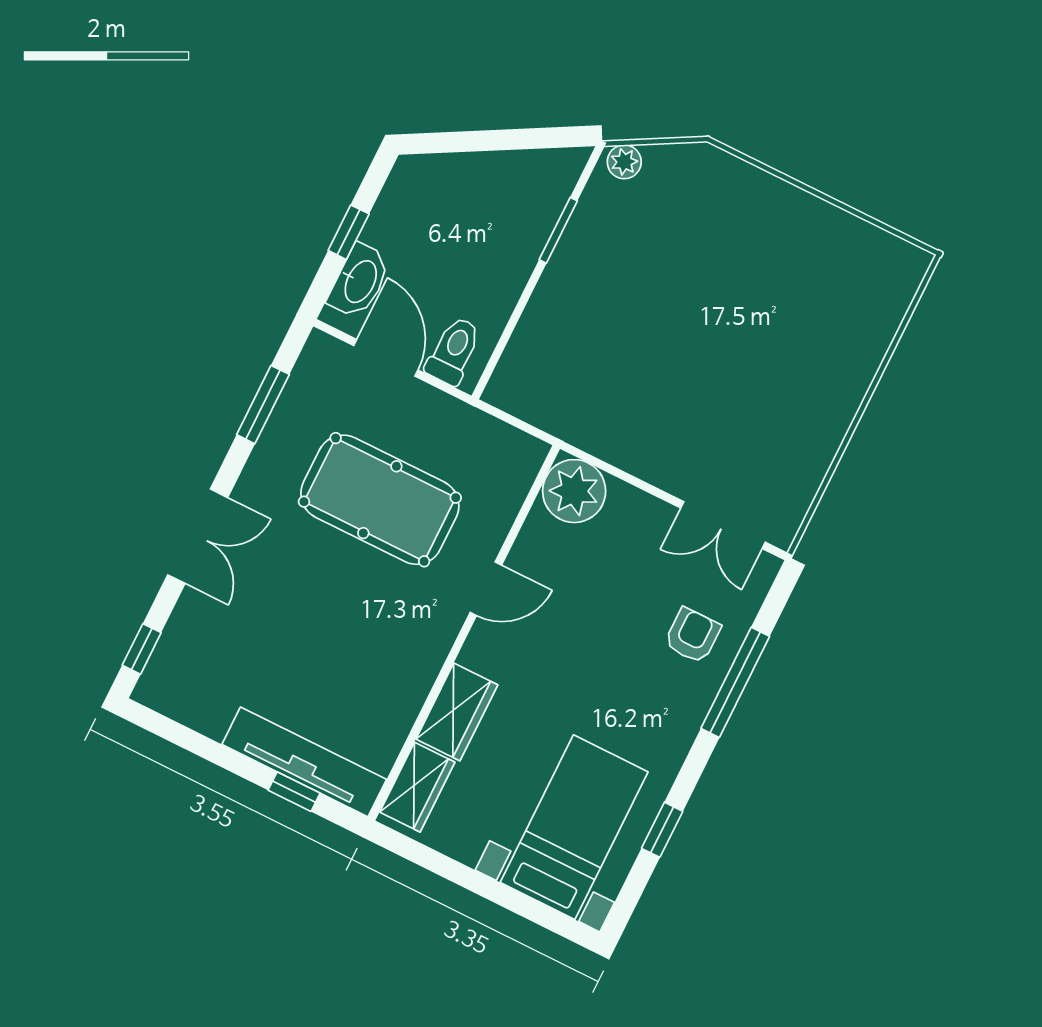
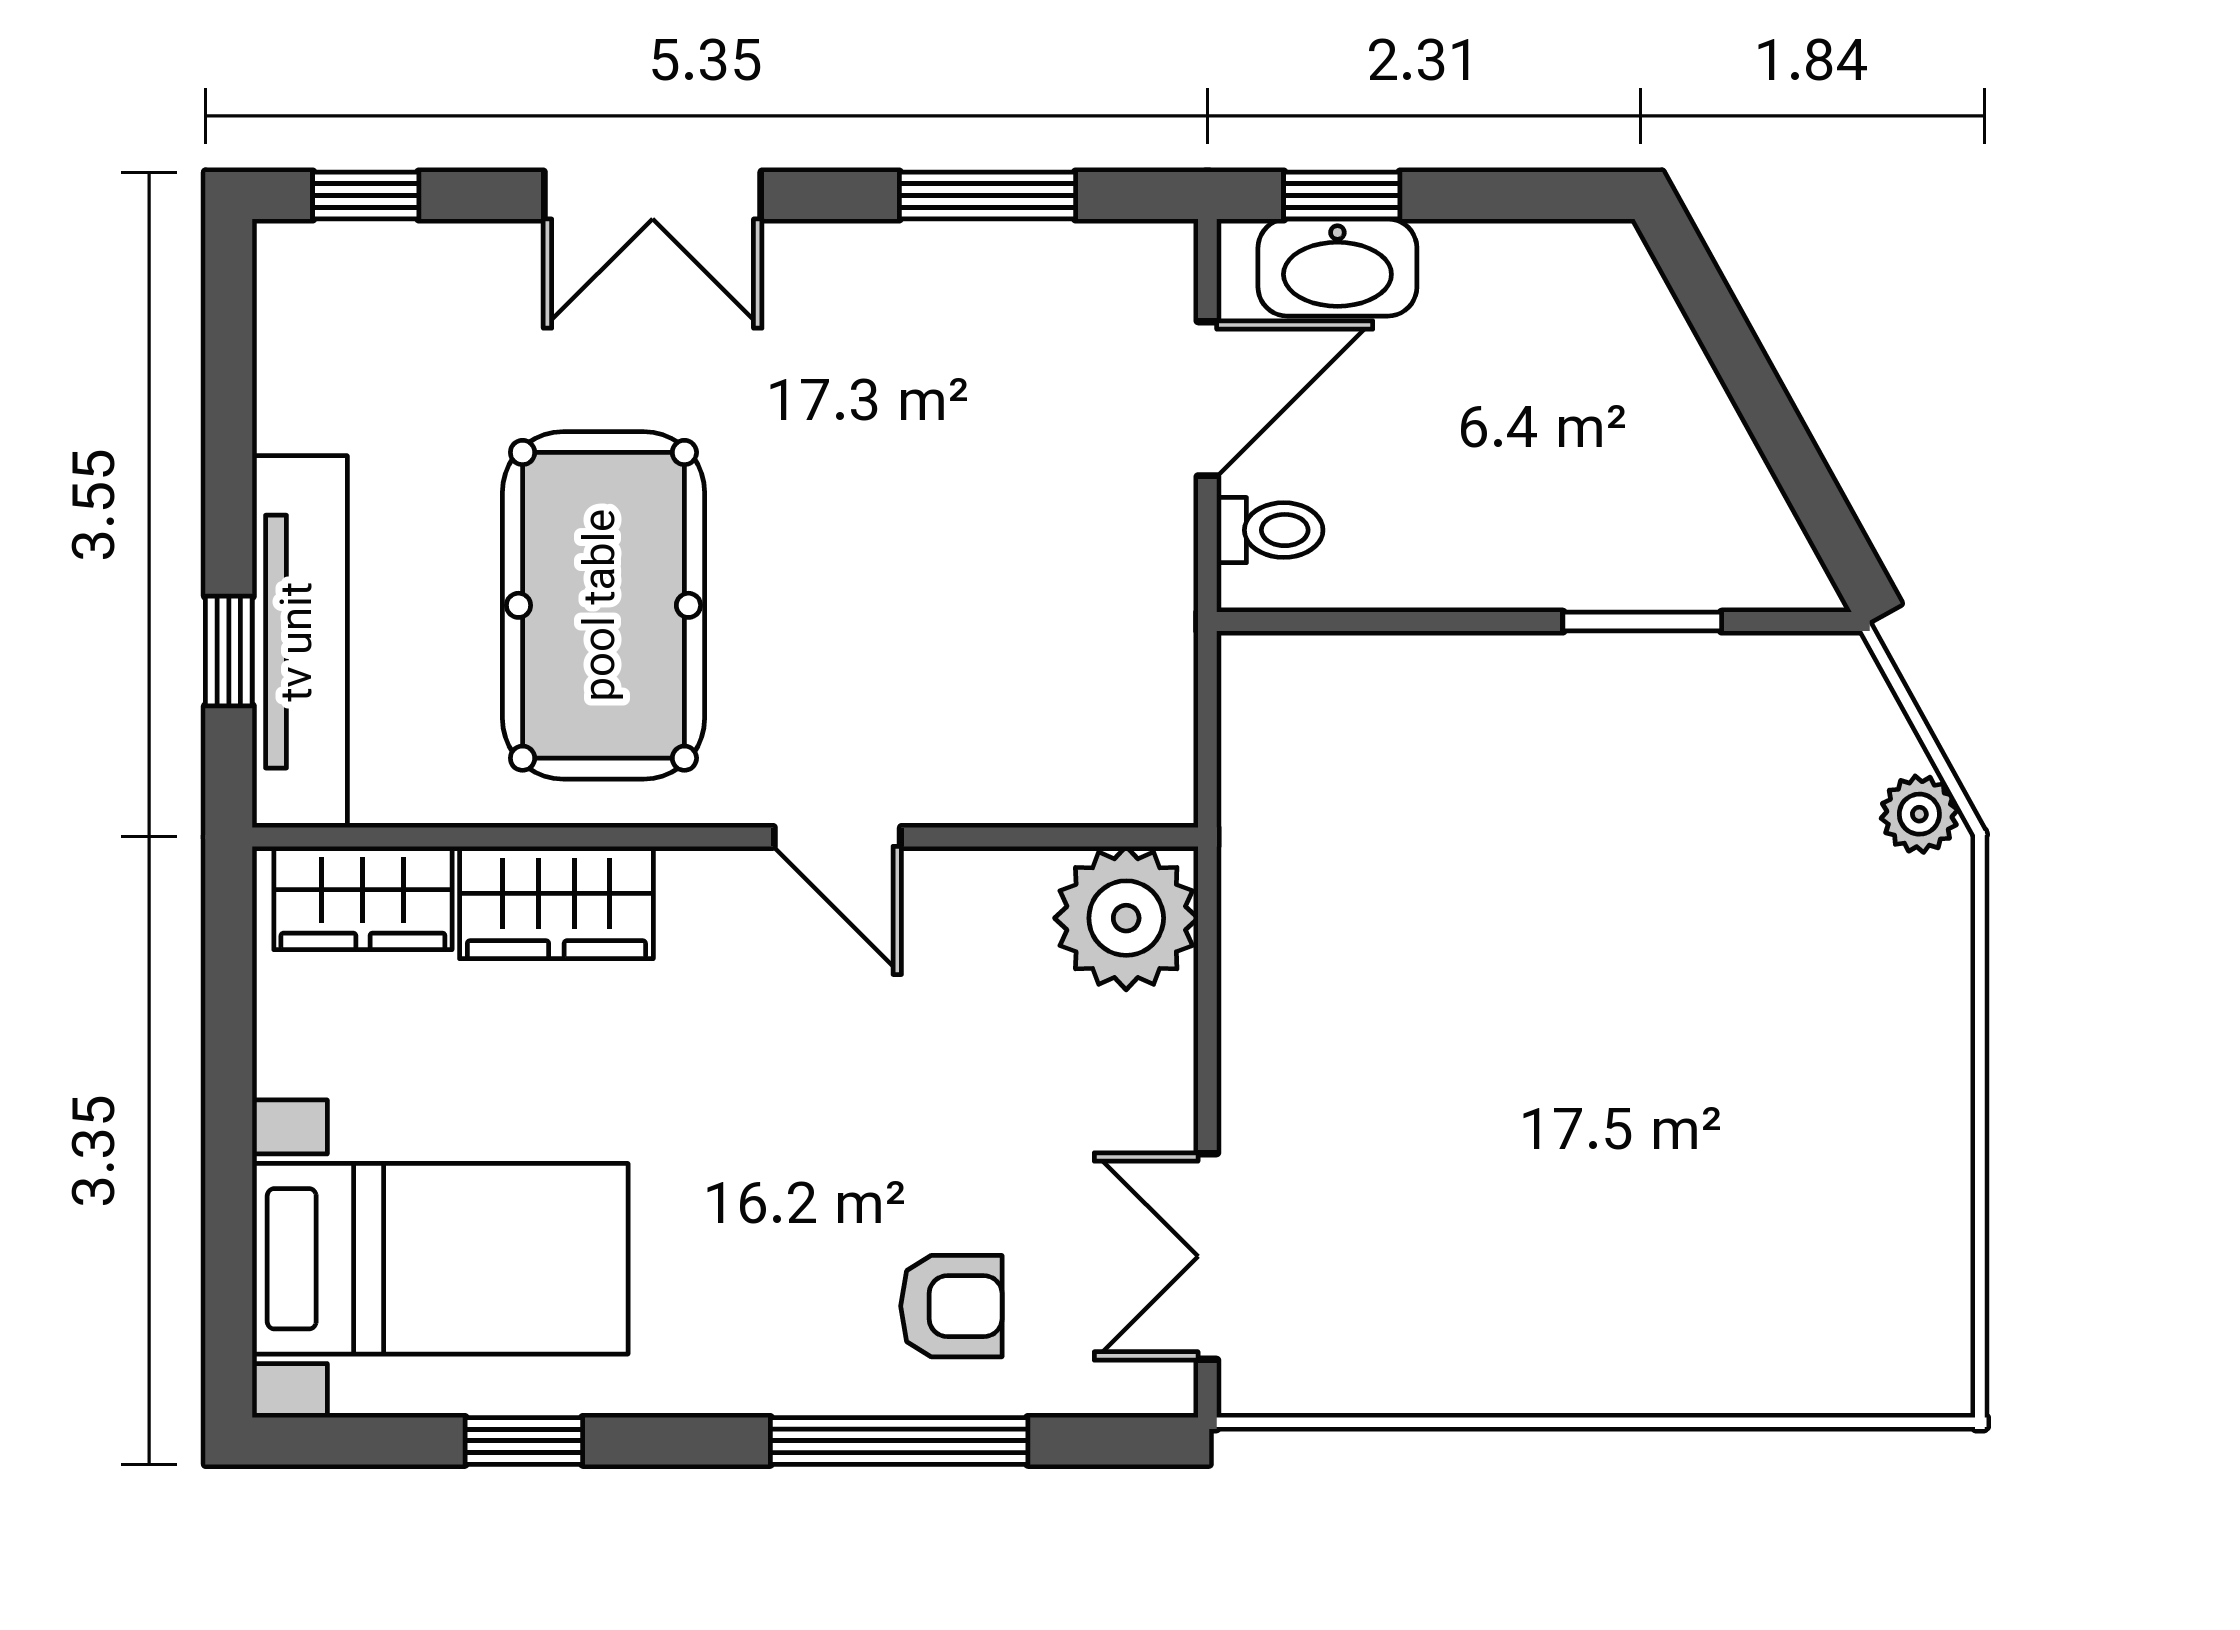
plant: (624, 162) -> (1919, 814), moved
window: (349, 232) -> (1342, 195), moved
toilet: (454, 351) -> (1270, 530), width x0.73, depth x0.72
pool table: (380, 500) -> (603, 605), moved

